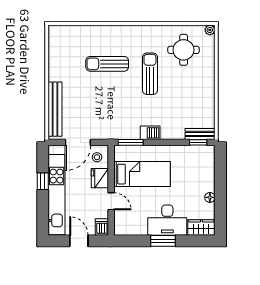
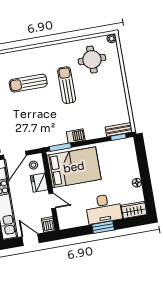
bed: (142, 174) -> (74, 167), width x1.50

